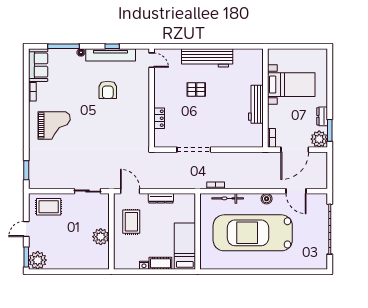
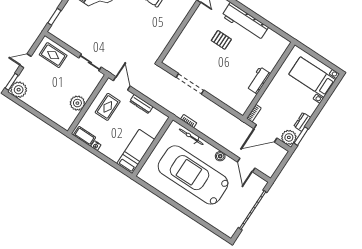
bed with nightstands: (291, 85) -> (312, 77), moved, turned 180
workbench: (256, 104) -> (259, 80), width x0.73
locker: (159, 118) -> (179, 43), removed
cot: (160, 263) -> (84, 136), moved

